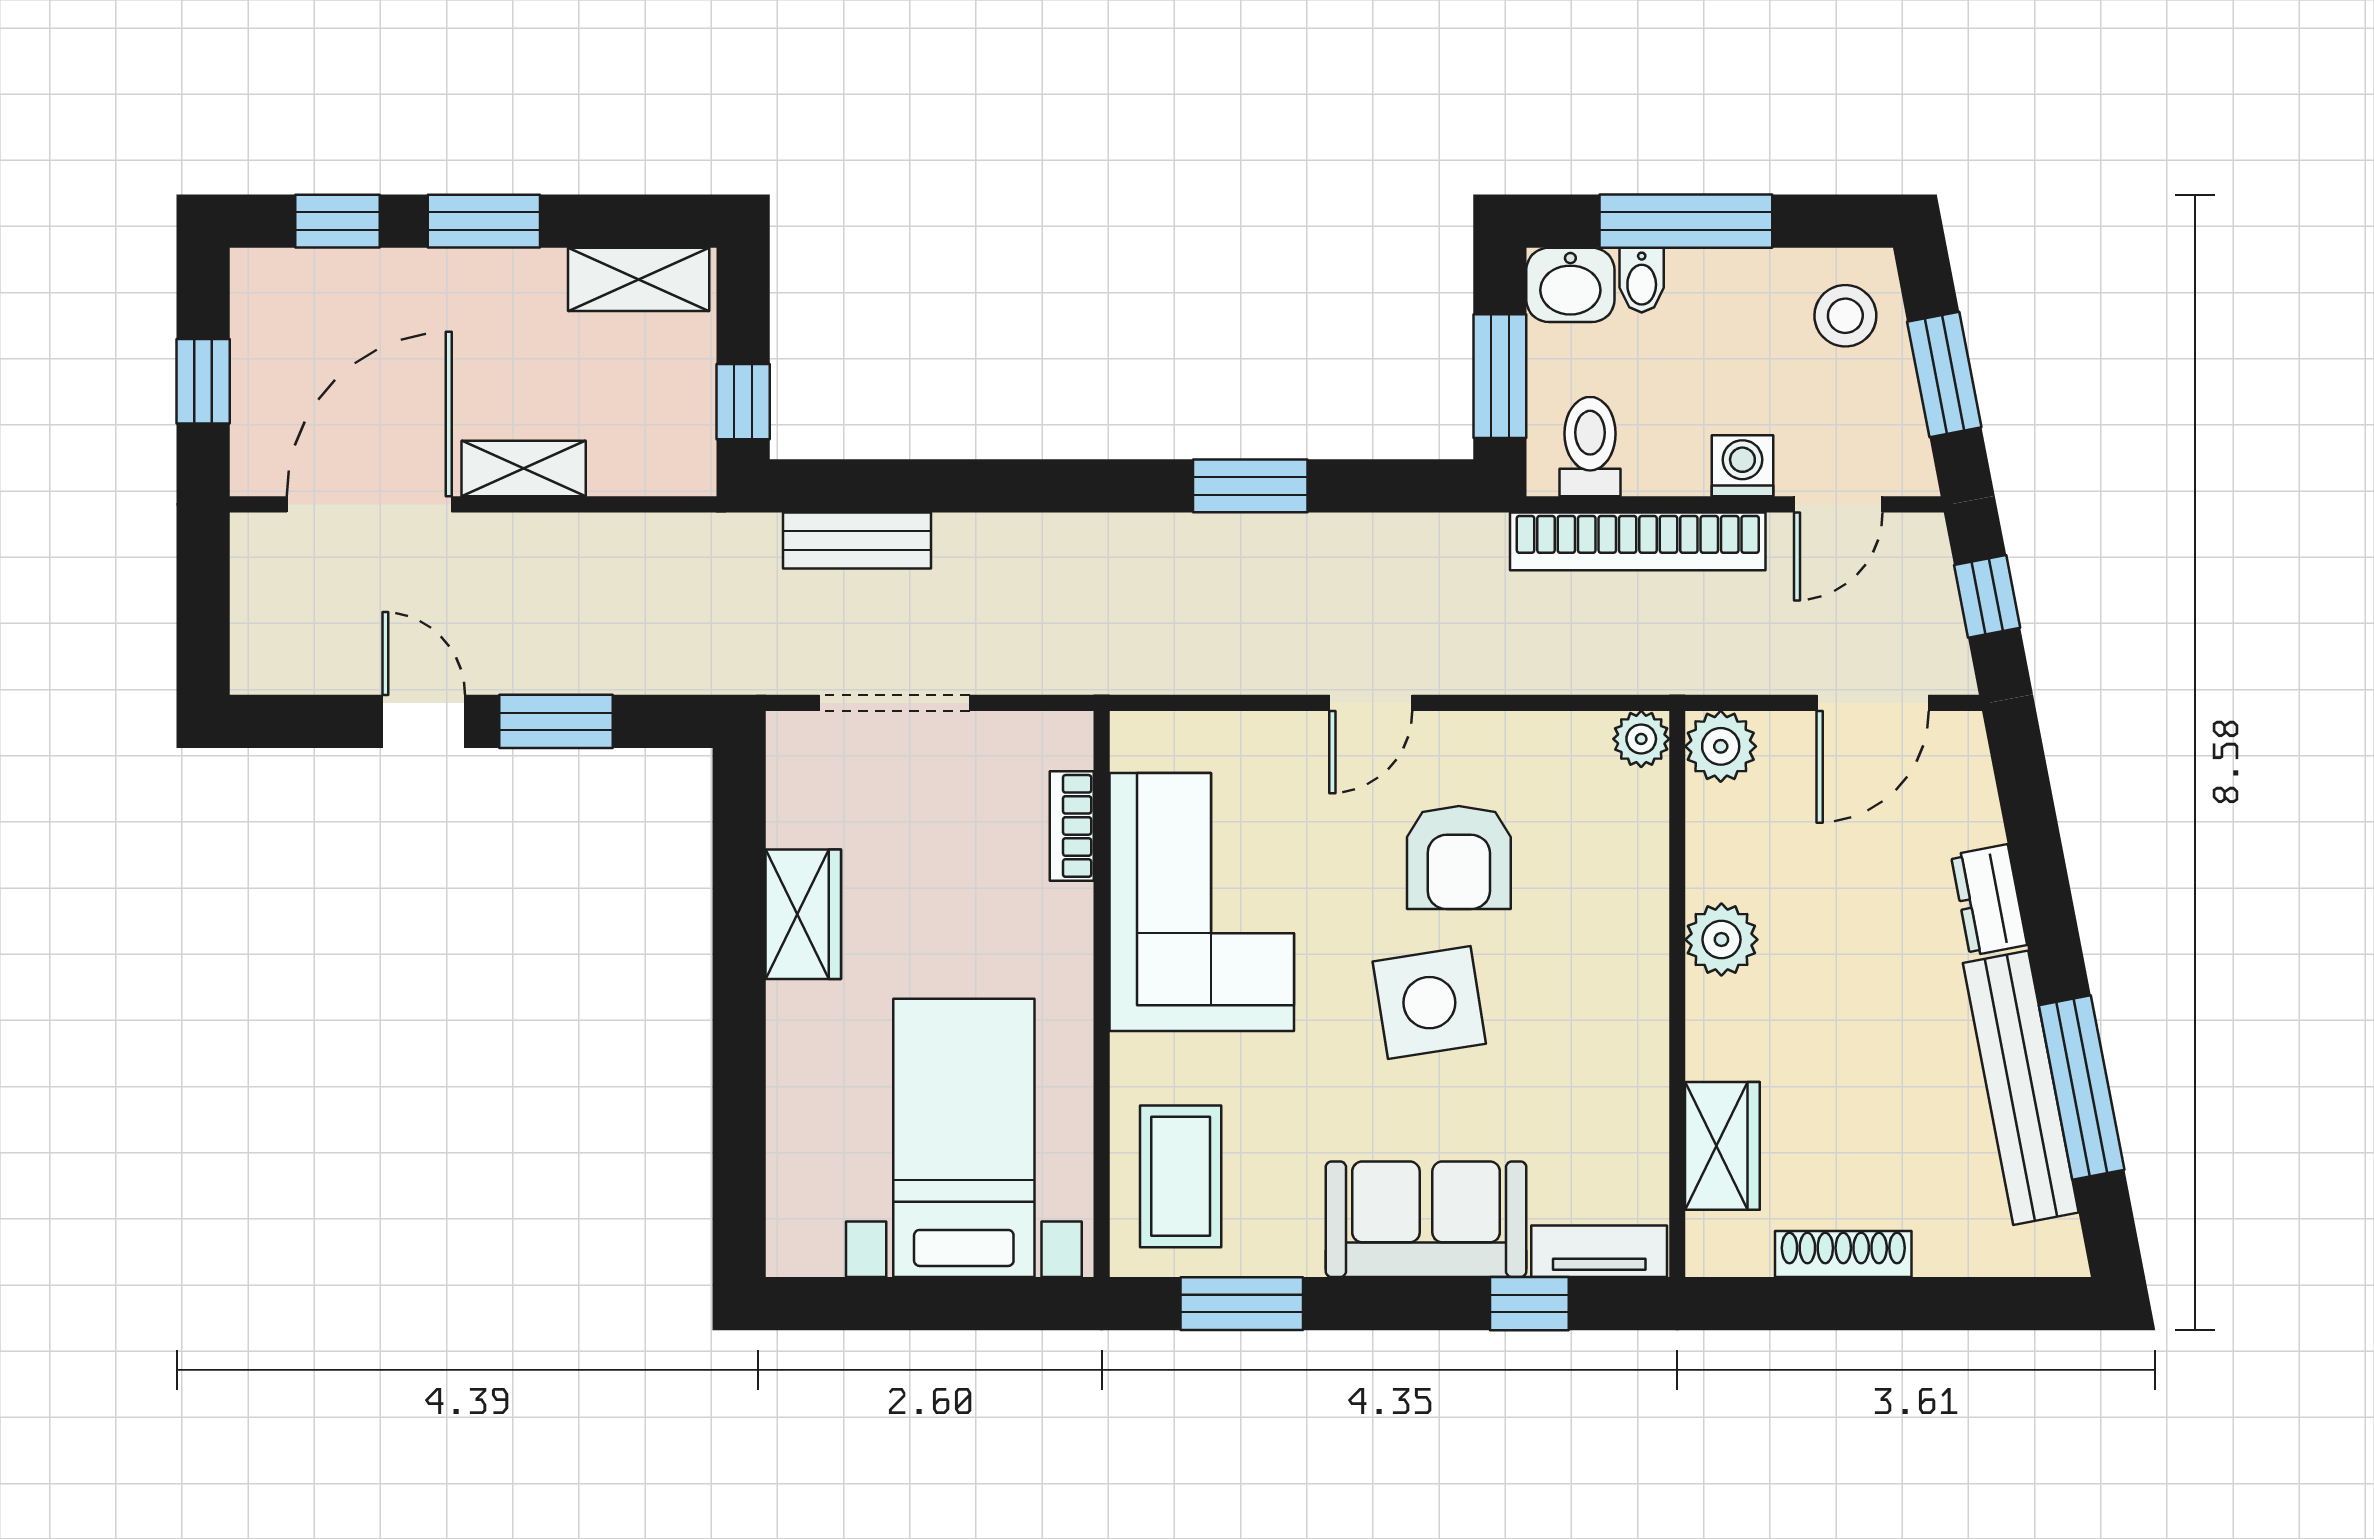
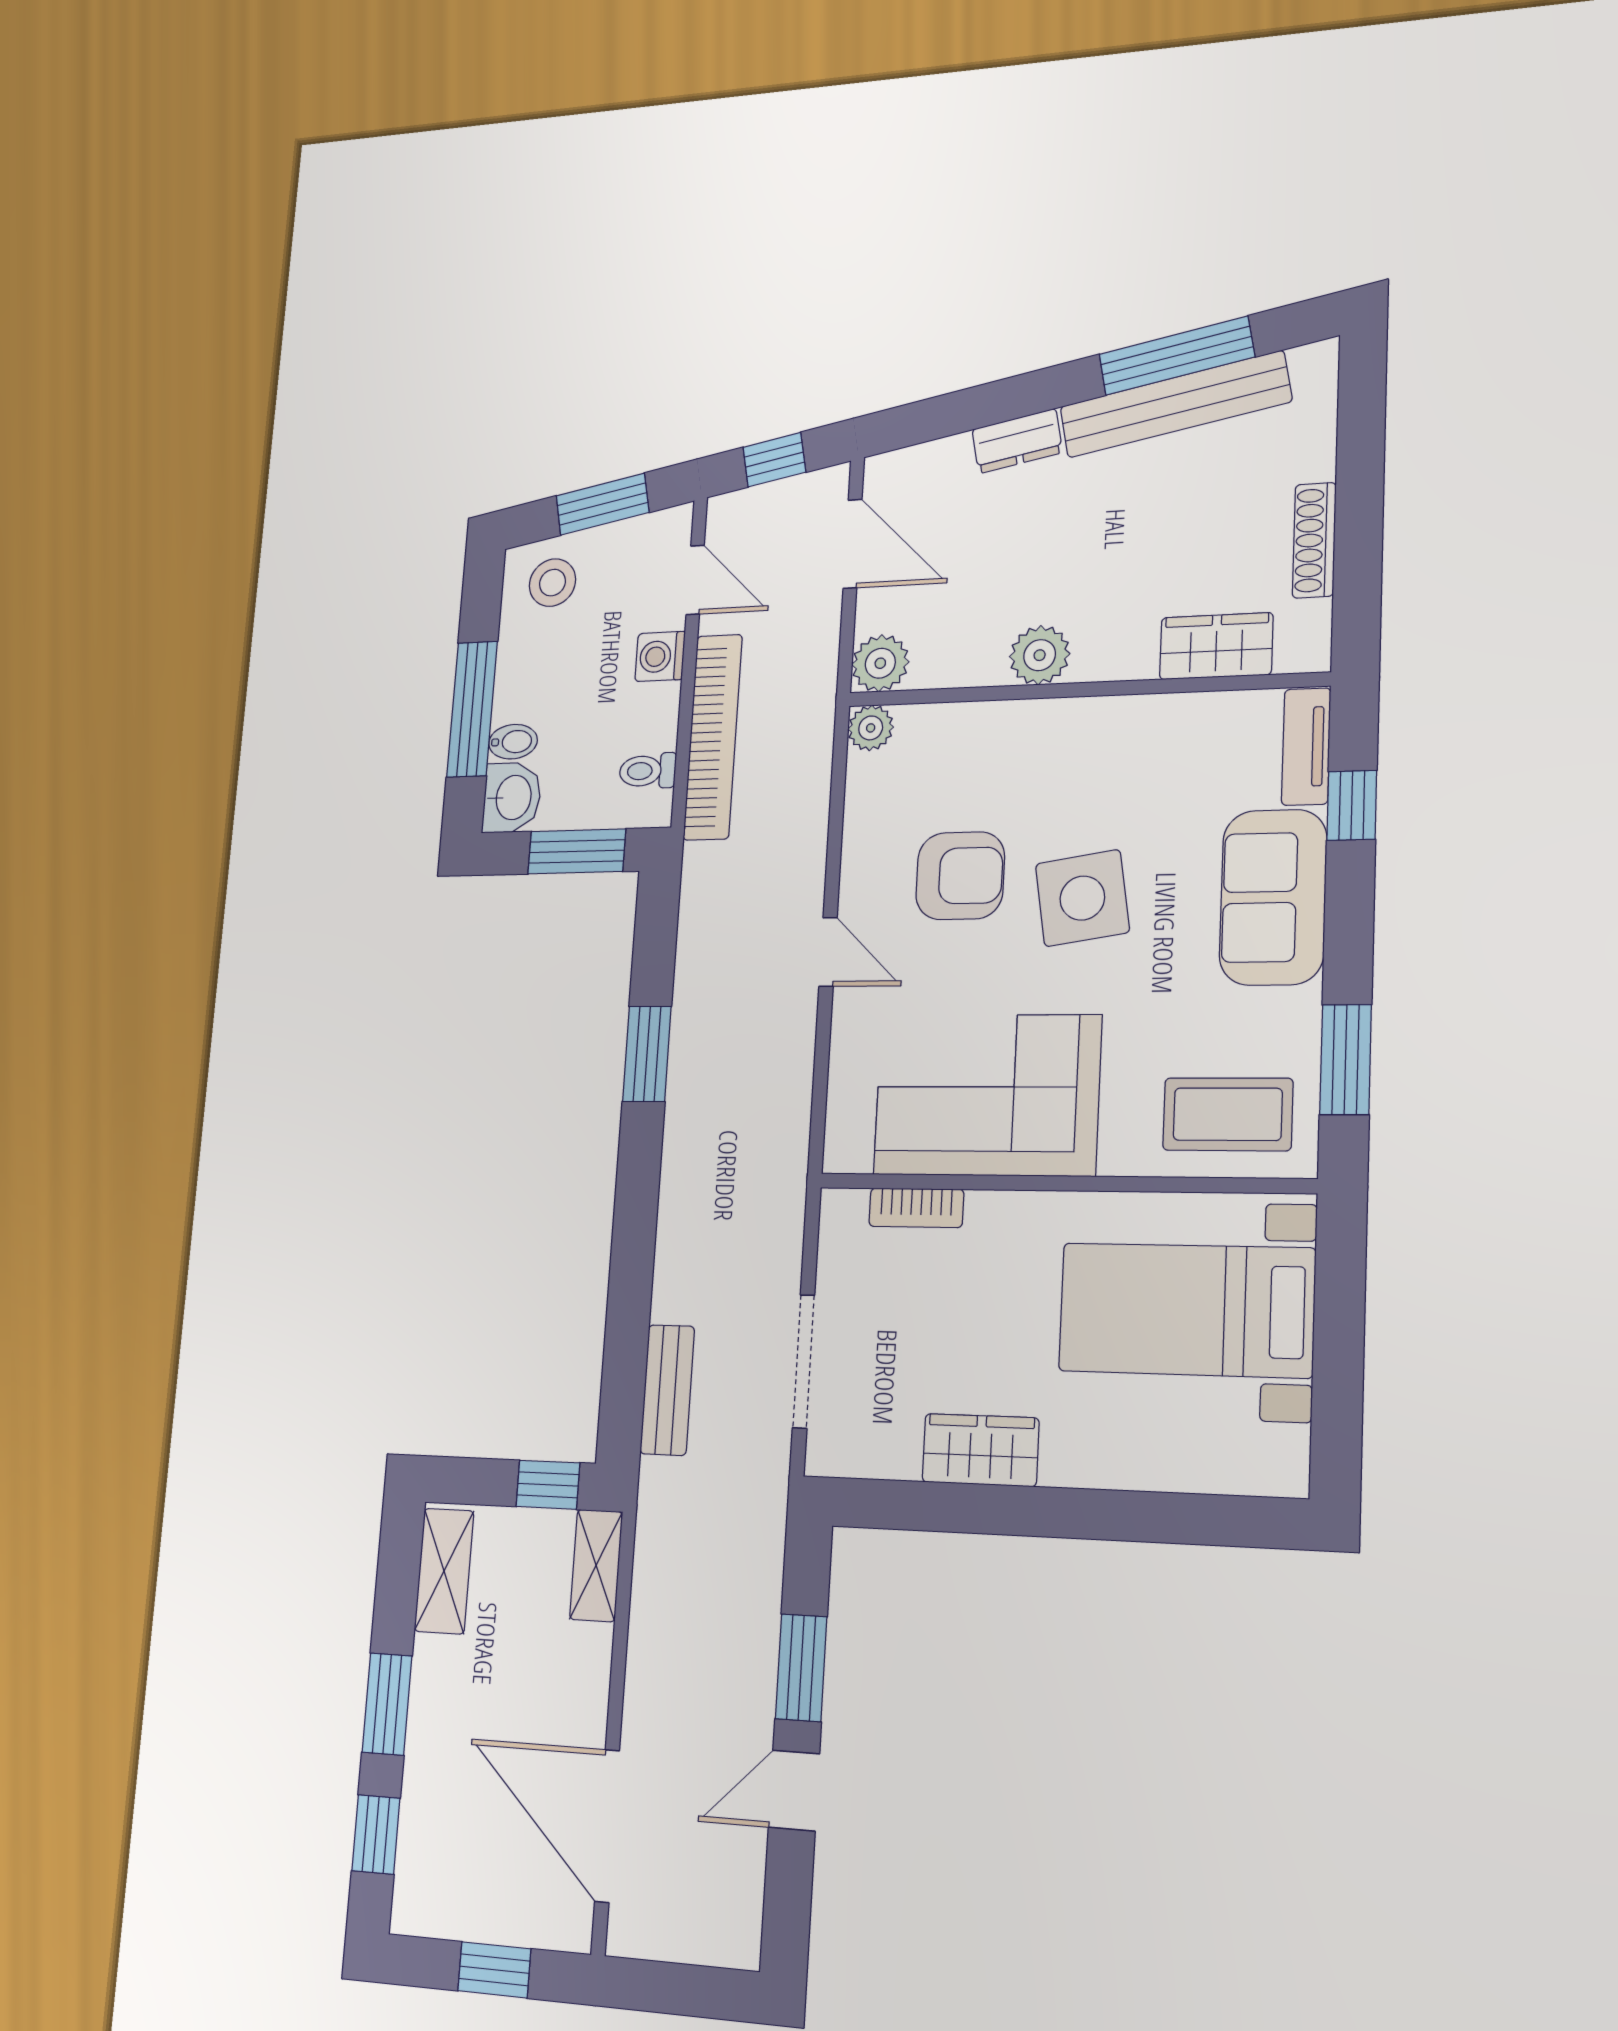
toilet: (1590, 447) -> (648, 771), width x0.73, depth x0.72
shelving: (524, 469) -> (596, 1565), moved

